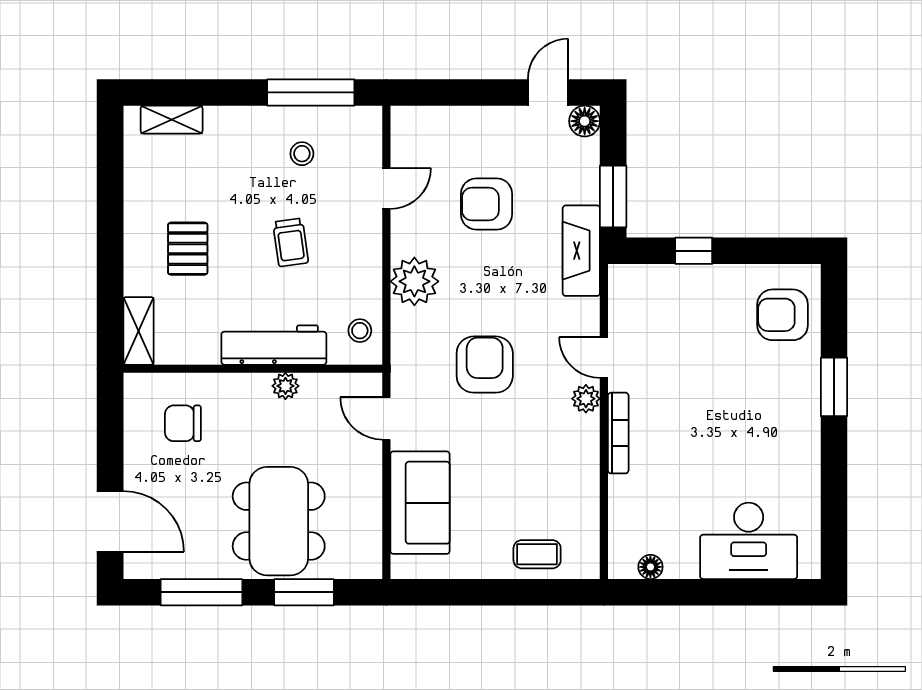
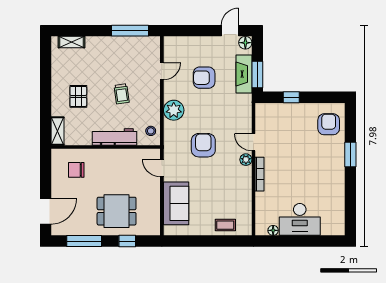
stool: (302, 154) -> (126, 56), removed
fireplace: (581, 251) -> (244, 74), moved
armchair: (783, 315) -> (329, 124), turned 90
plant: (285, 386) -> (119, 154), removed
door: (110, 521) -> (46, 211), hinge flipped
dining table: (279, 521) -> (117, 211), width x0.73
desk: (749, 541) -> (300, 219), moved
window: (304, 592) -> (127, 241), width x0.67

